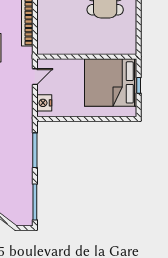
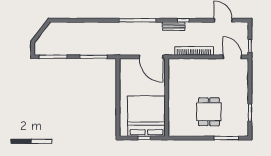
door: (35, 77) -> (151, 57), width x1.88
nightstand: (44, 103) -> (130, 64), removed

